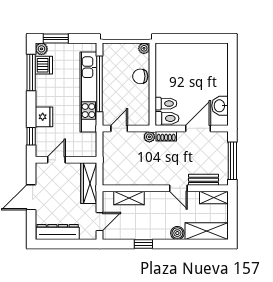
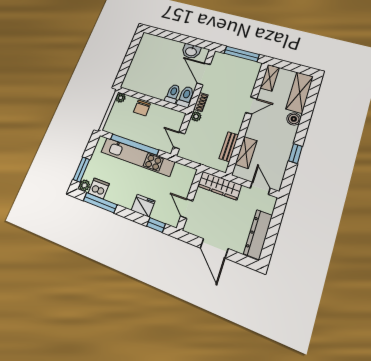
bench: (204, 180) -> (229, 147), moved

